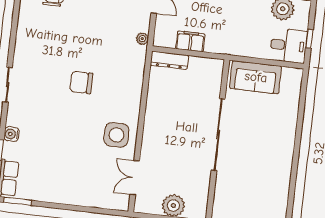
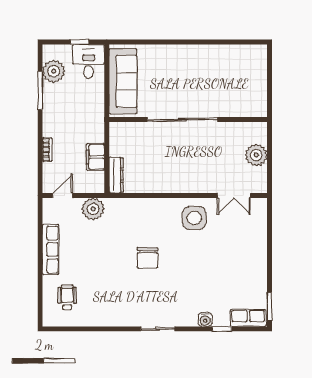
plant: (142, 39) -> (93, 209), width x1.88, depth x1.88
sofa: (256, 77) -> (123, 81), width x1.36

